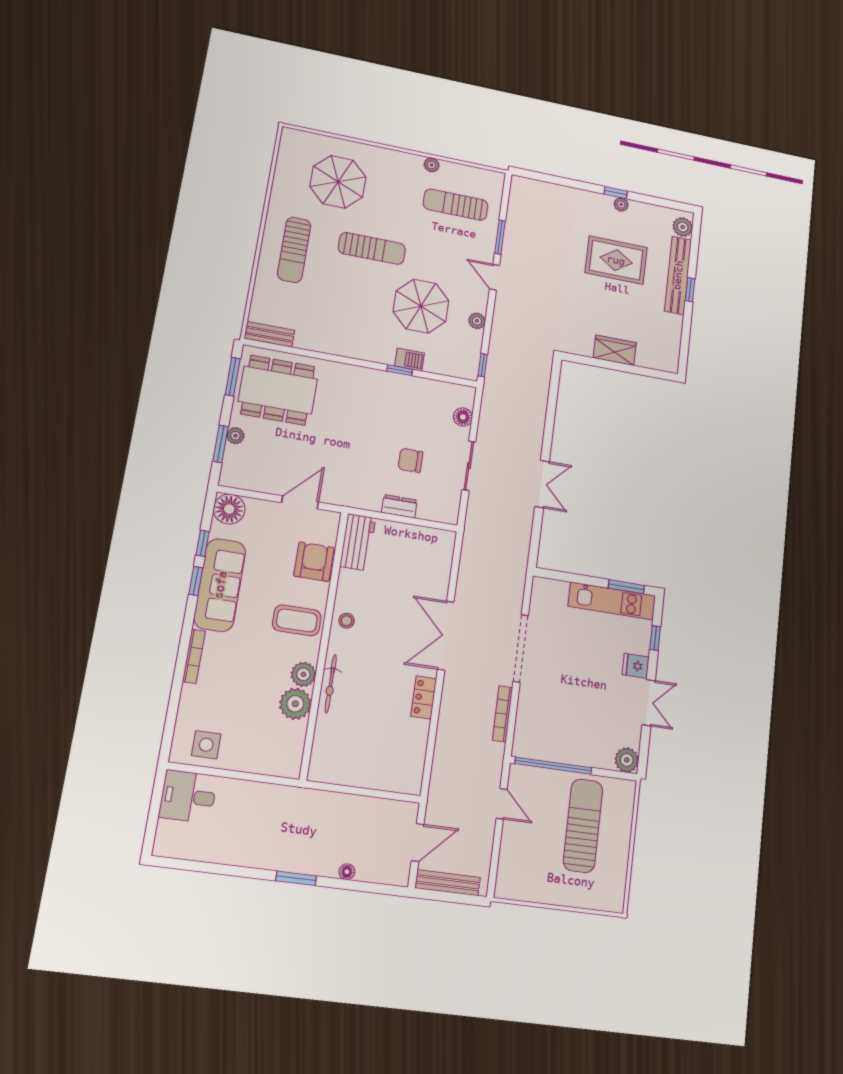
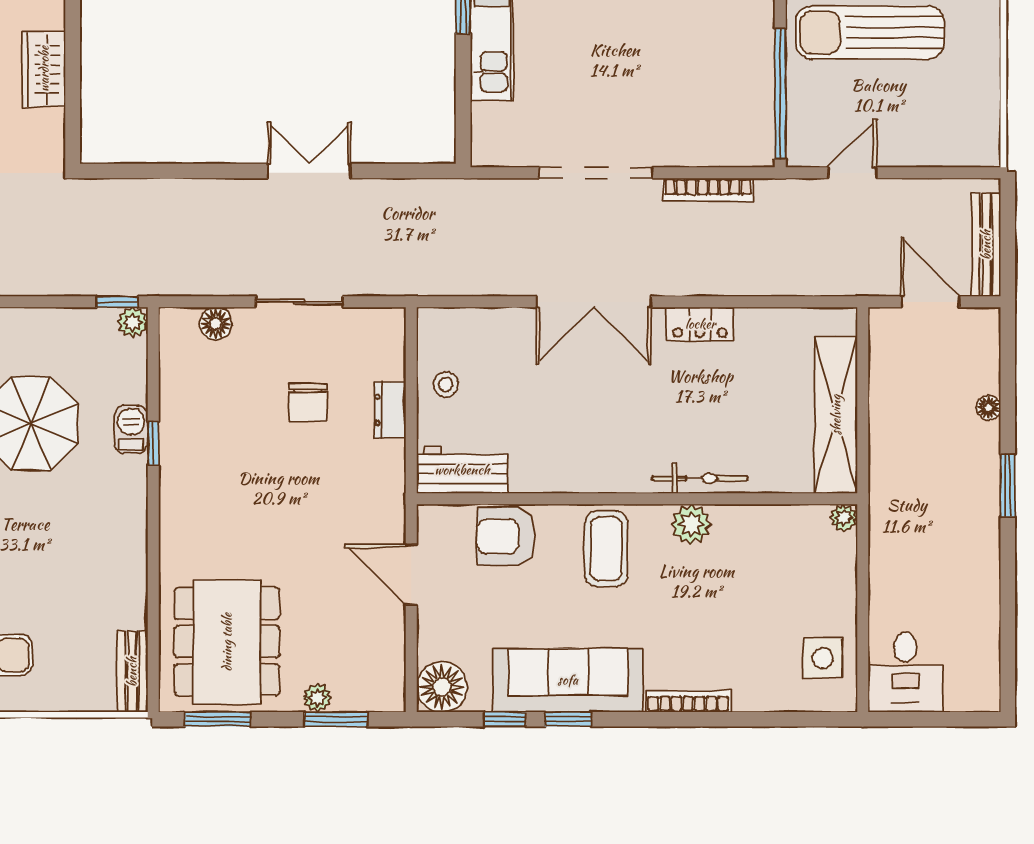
plant: (477, 321) -> (133, 322), moved
stool: (347, 621) -> (446, 384), moved
plant: (295, 704) -> (844, 518), moved, width x0.53, depth x0.53
shelving: (357, 774) -> (836, 415), added

